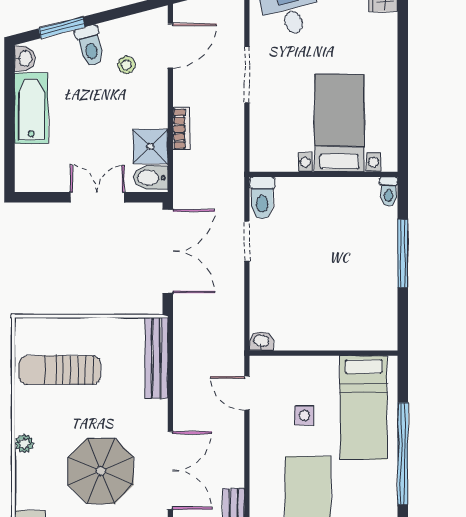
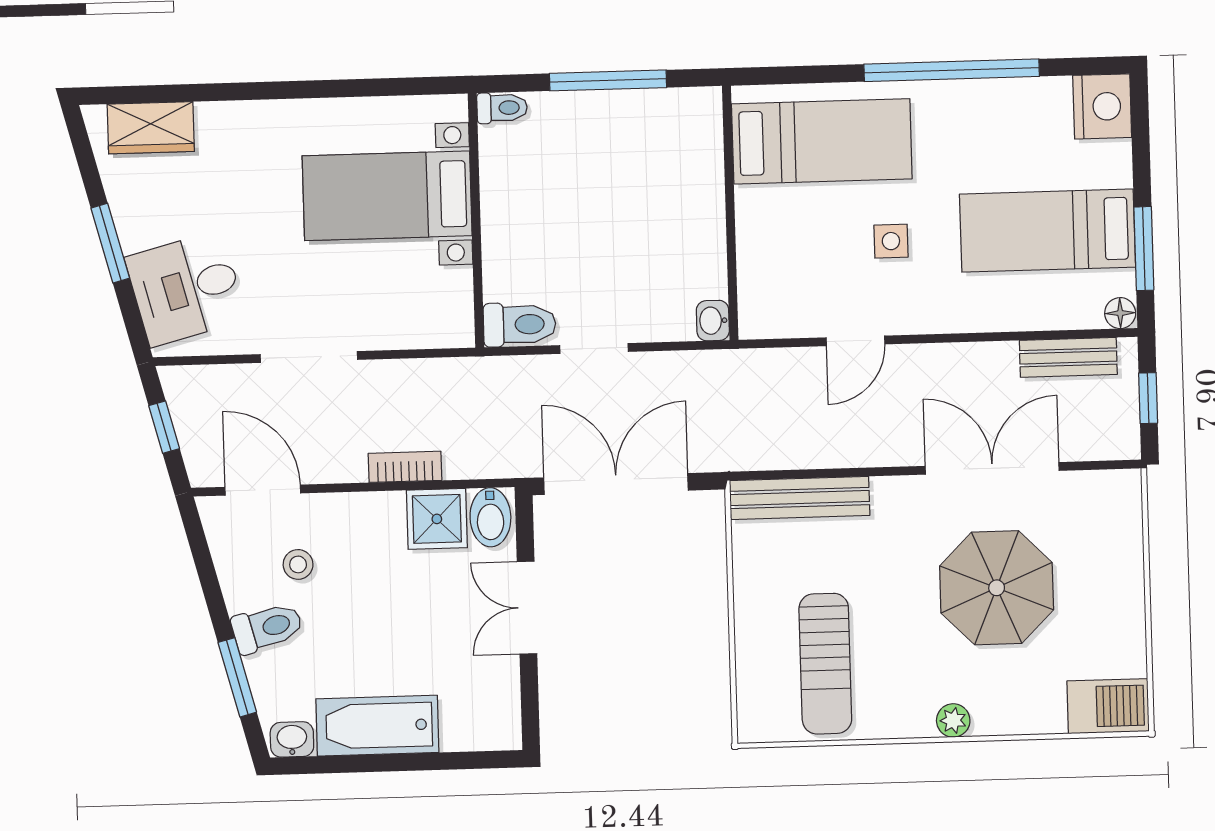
washbasin: (261, 341) -> (713, 321), moved
wall: (324, 353) -> (730, 213), moved
bed: (364, 408) -> (822, 141), moved

